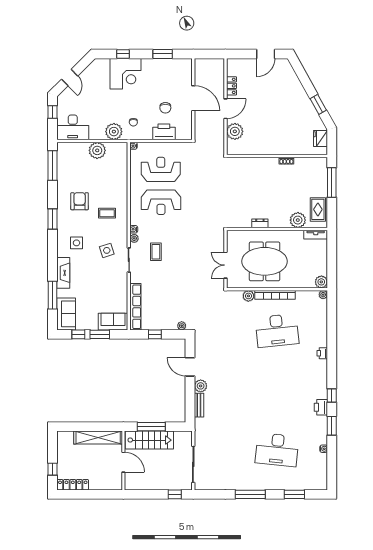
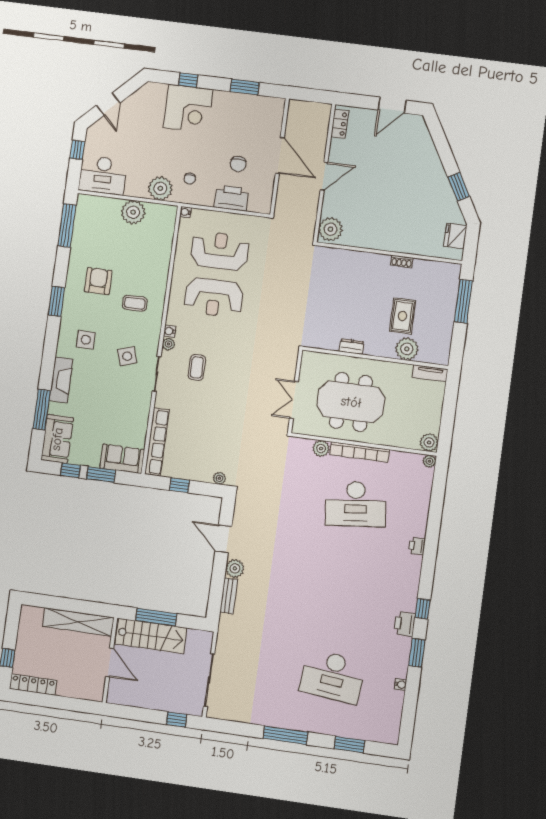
locker: (231, 86) -> (340, 124), moved
plant: (235, 131) -> (330, 229), moved
rug: (318, 209) -> (402, 316), moved

